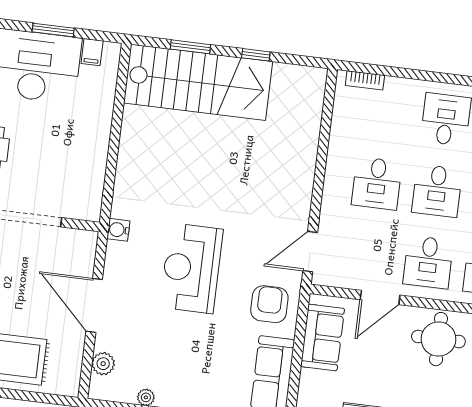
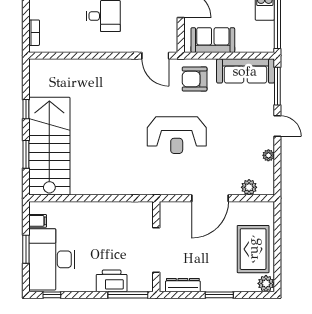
water cooler: (118, 230) -> (157, 188), removed

